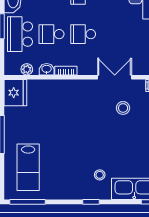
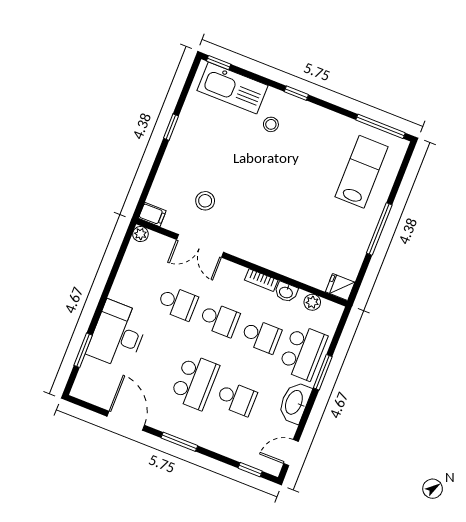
school desk: (115, 34) -> (178, 303), added
fridge: (15, 93) -> (340, 287), width x0.53, depth x0.75

